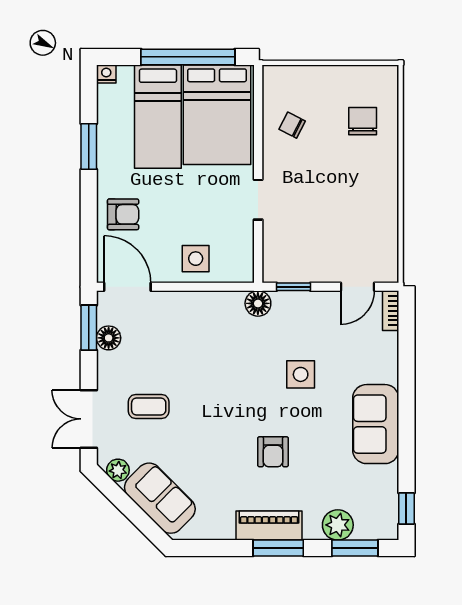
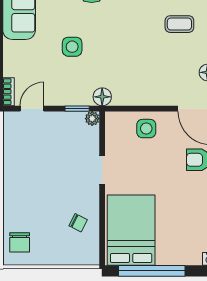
bed: (158, 117) -> (173, 229), removed
chair: (363, 121) -> (20, 242), moved
plant: (272, 273) -> (92, 119), added

